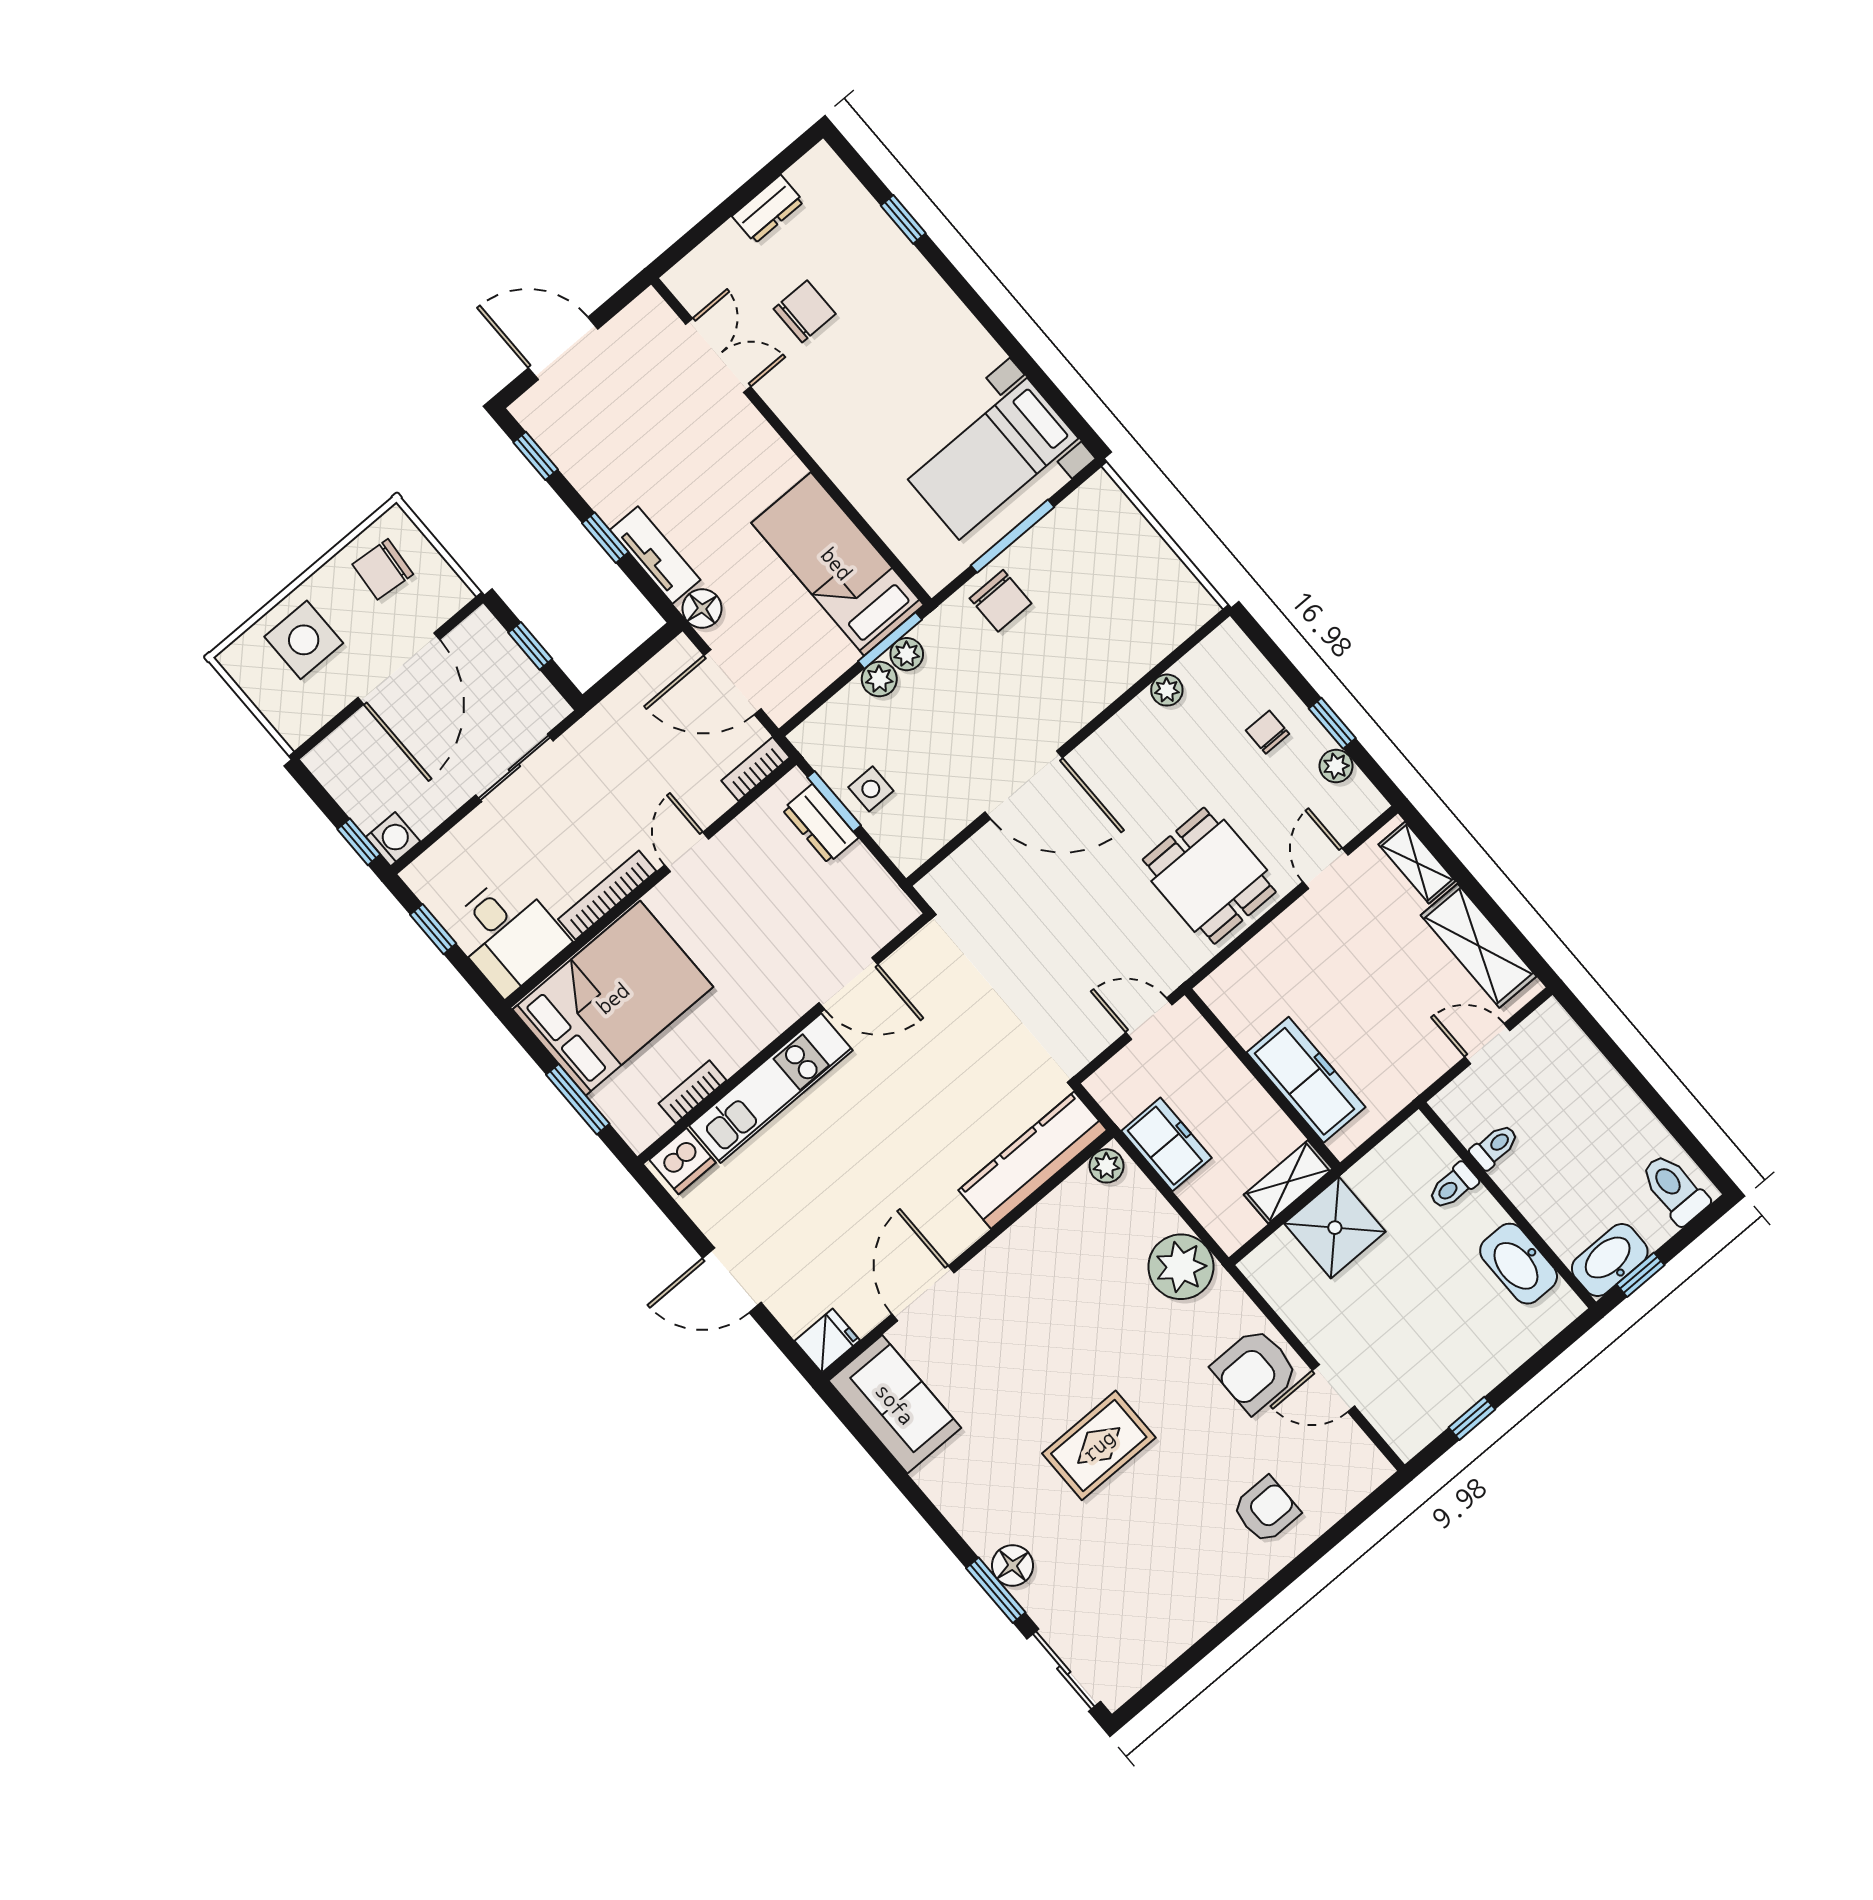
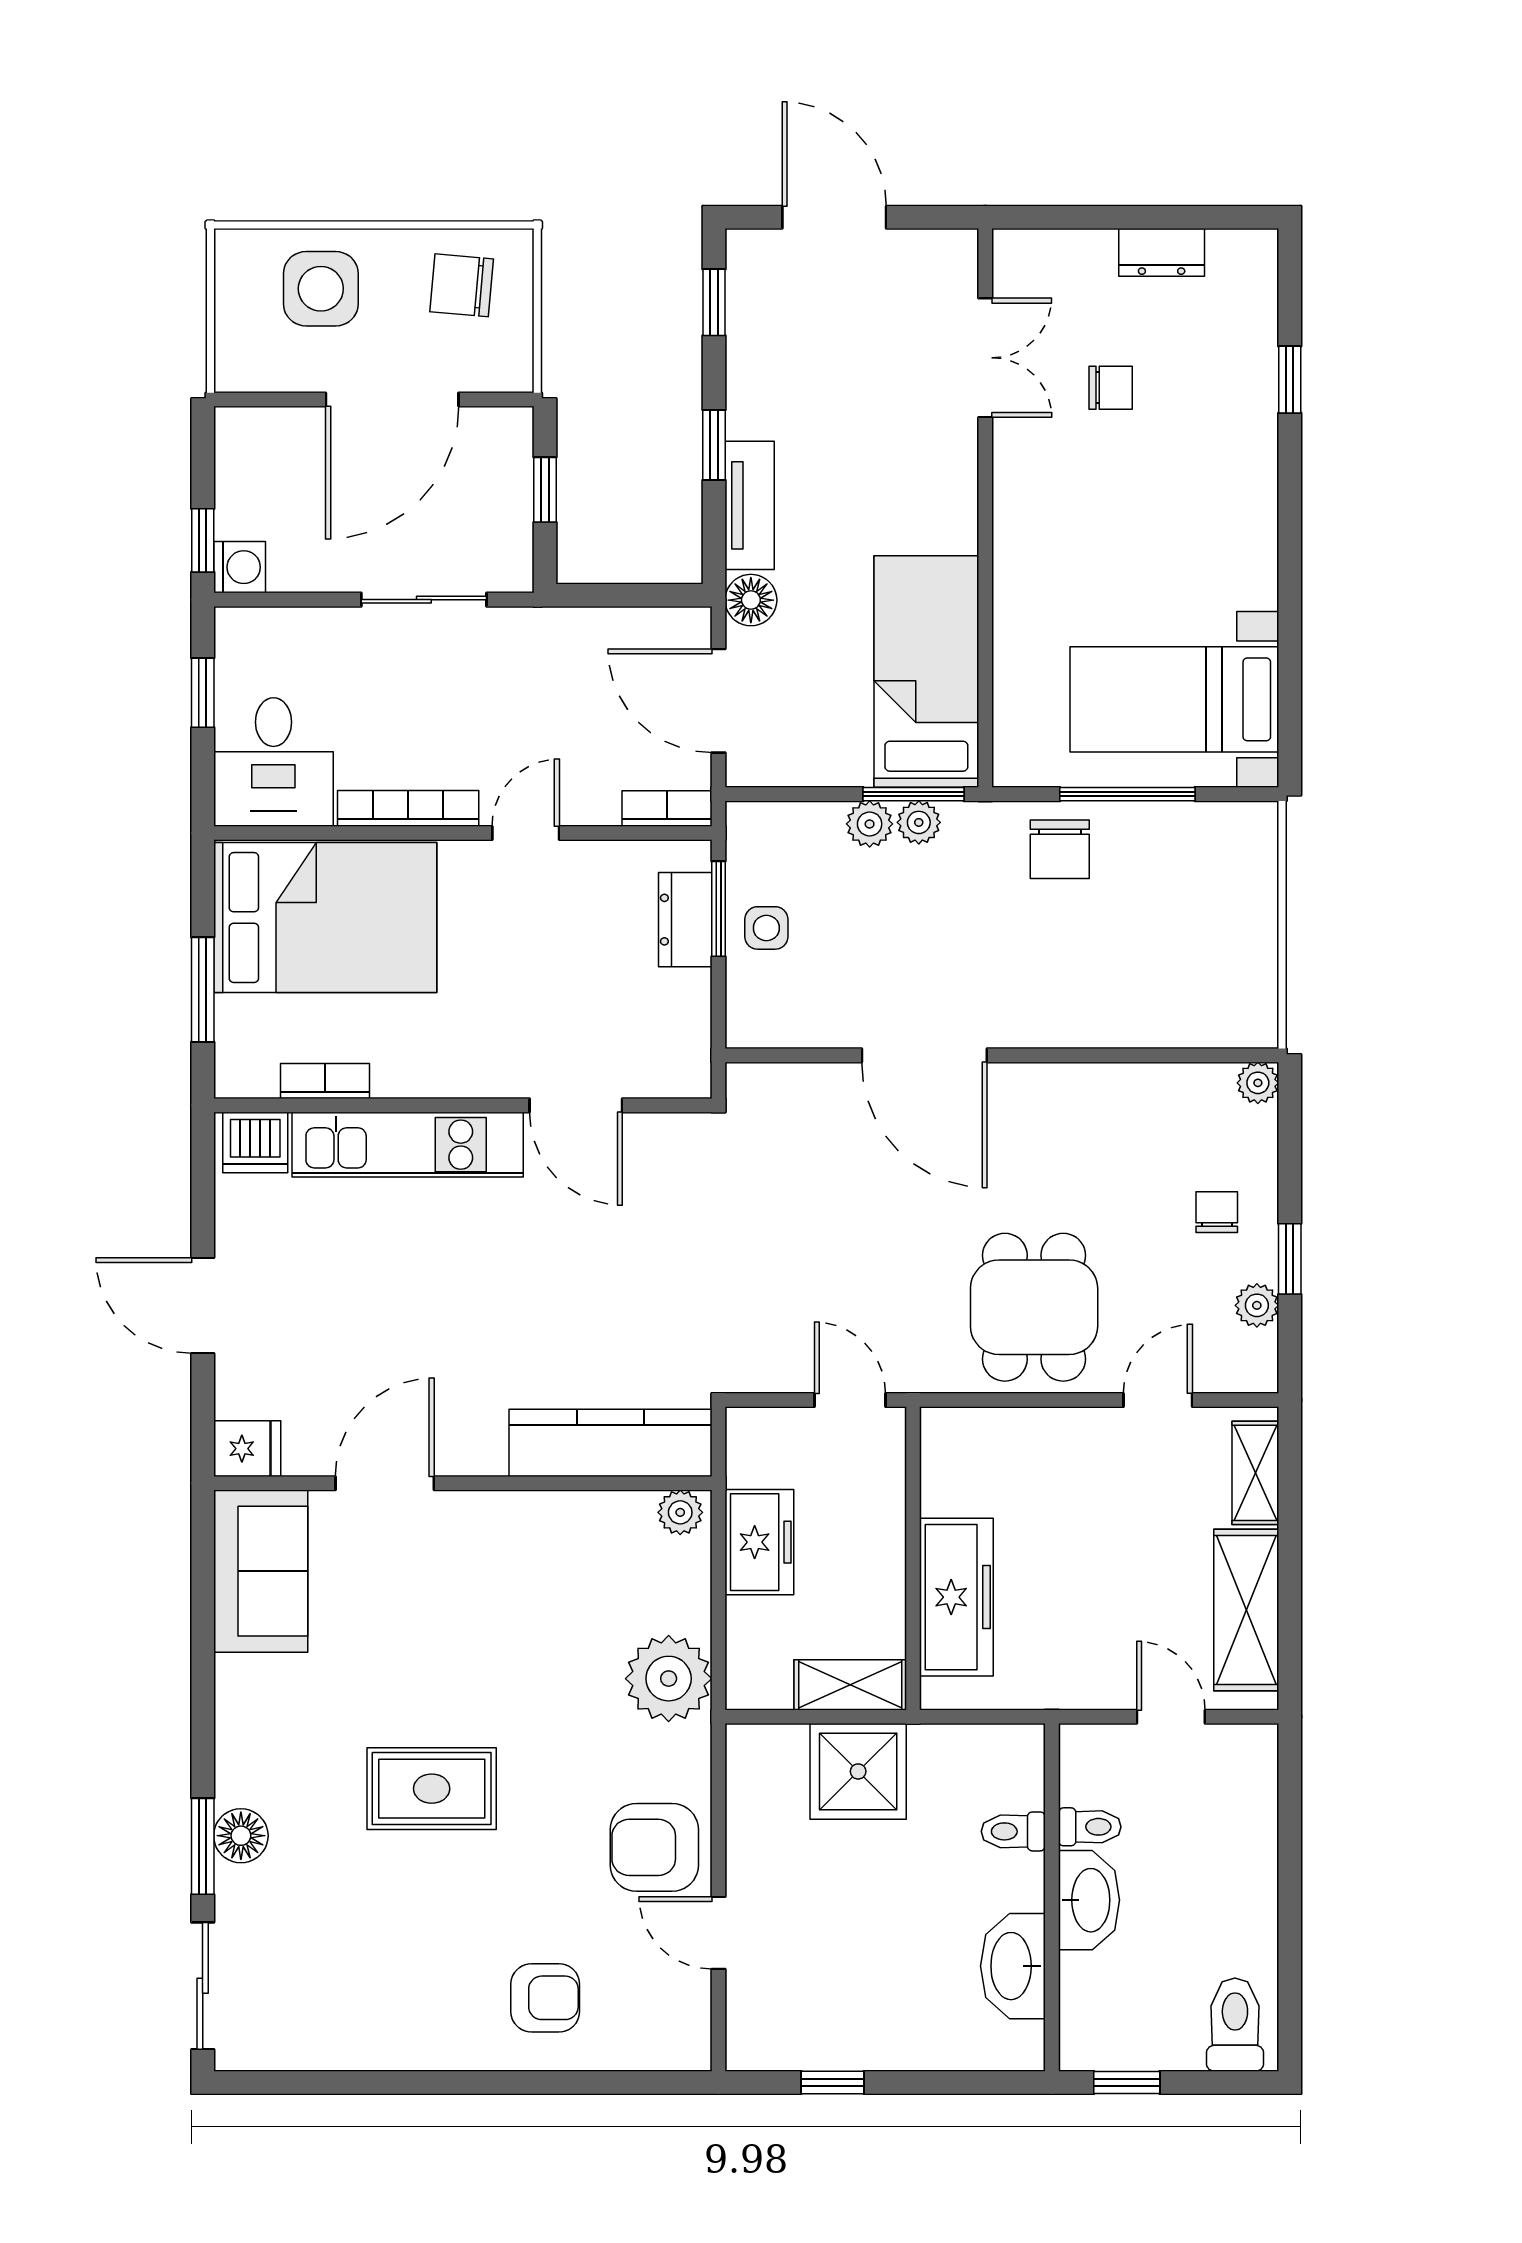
chair: (805, 311) -> (1111, 388), width x0.73, depth x0.73
plant: (1167, 690) -> (1258, 1083), moved
washbasin: (1610, 1260) -> (1089, 1900), moved, turned 90

